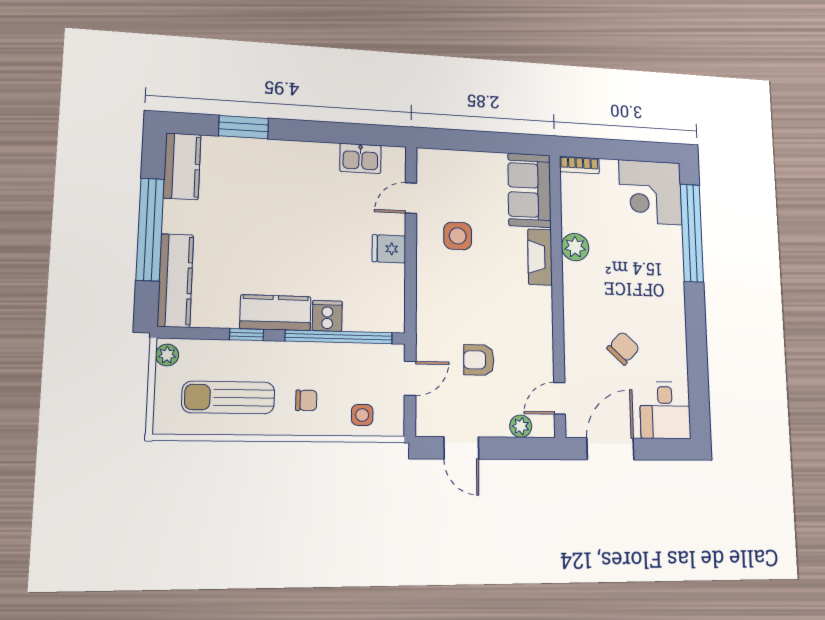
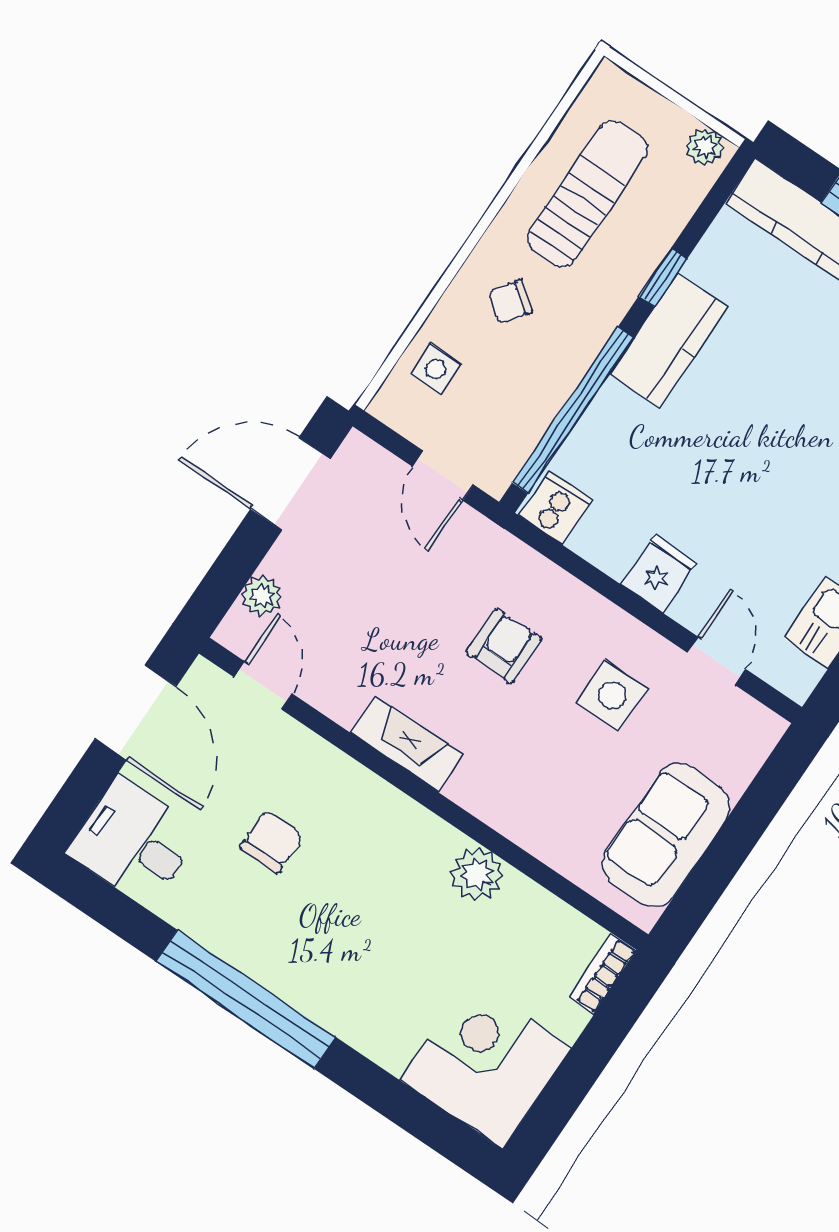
sofa: (529, 190) -> (666, 835), moved, turned -90
window: (692, 233) -> (246, 999), moved
fireplace: (540, 257) -> (407, 744), moved
cooker: (327, 316) -> (556, 508), moved, turned -90
chair: (623, 348) -> (272, 842), turned -133
armchair: (479, 360) -> (504, 646), moved
chair: (306, 400) -> (511, 302), turned 36
door: (461, 448) -> (291, 484), width x1.37

